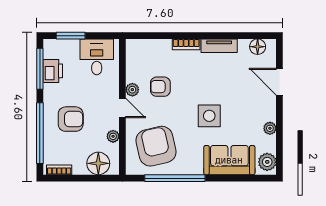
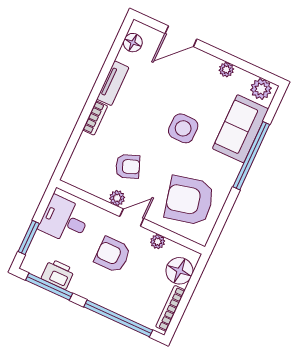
armchair: (160, 87) -> (128, 166), turned -111
armchair: (71, 119) -> (113, 255), moved, turned -90
bookcase: (59, 170) -> (170, 308), width x1.56
window: (175, 178) -> (251, 156), moved

